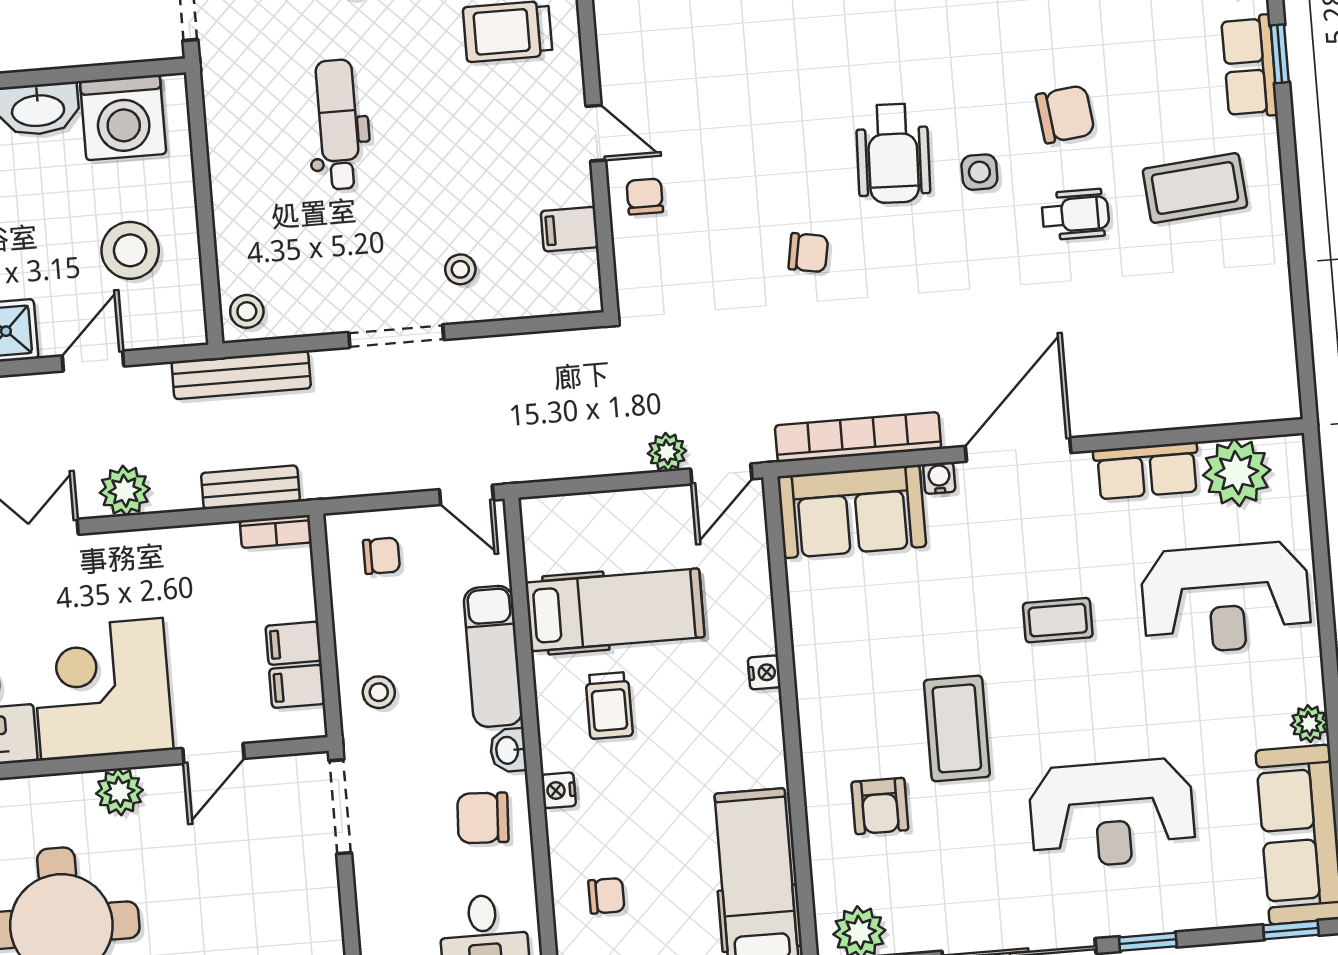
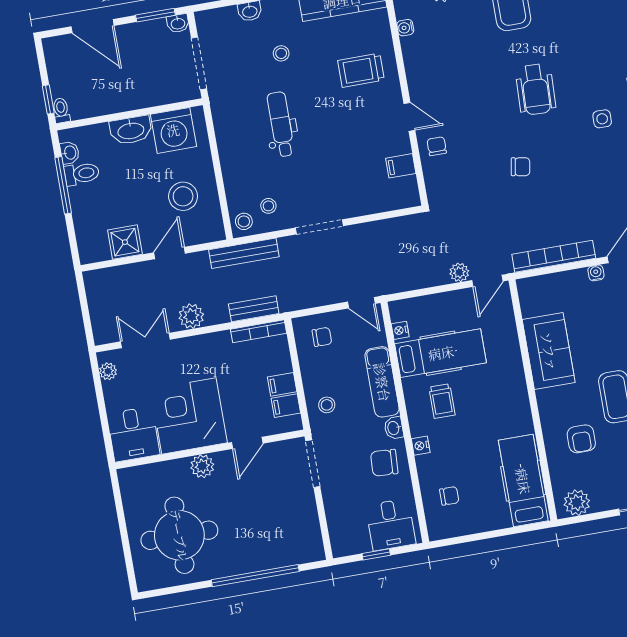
wheelchair: (893, 153) -> (536, 89), moved
stool: (460, 269) -> (268, 206), moved
sofa: (852, 511) -> (549, 351), moved, turned -90
bookcase: (276, 531) -> (259, 331), width x1.56
nightstand: (764, 672) -> (400, 330), moved, turned 180

